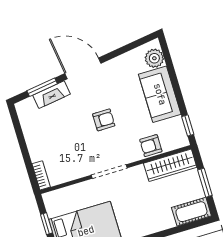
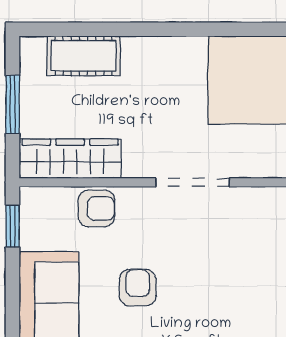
armchair: (104, 120) -> (138, 288), moved, turned 90
cot: (191, 212) -> (83, 56), moved

